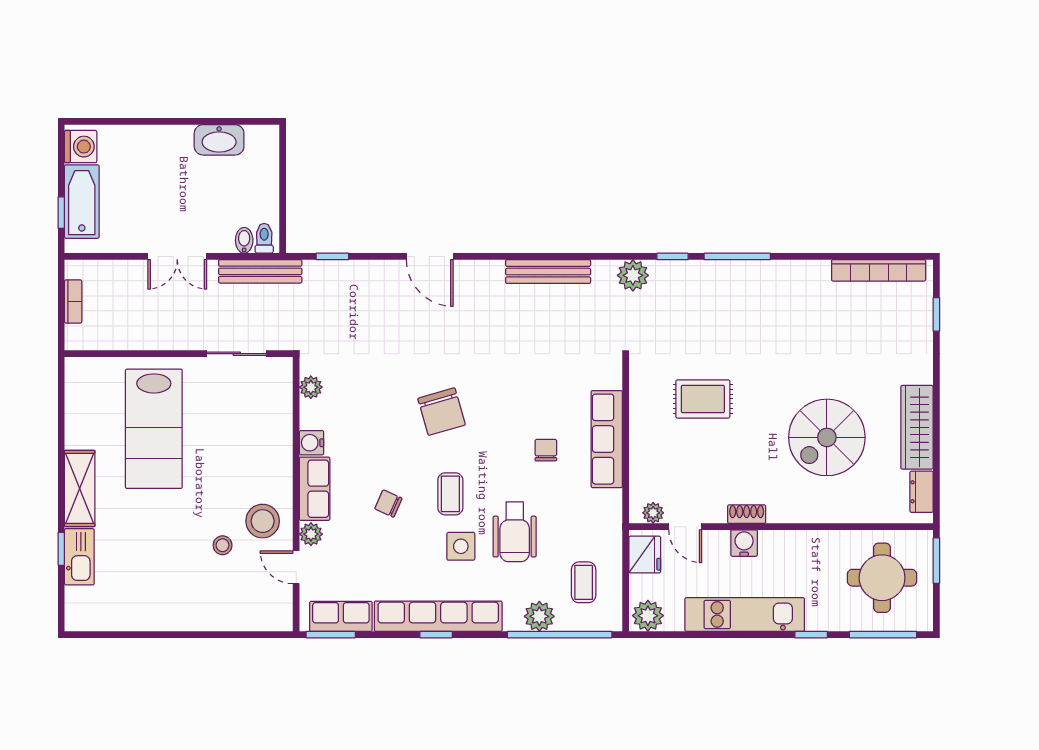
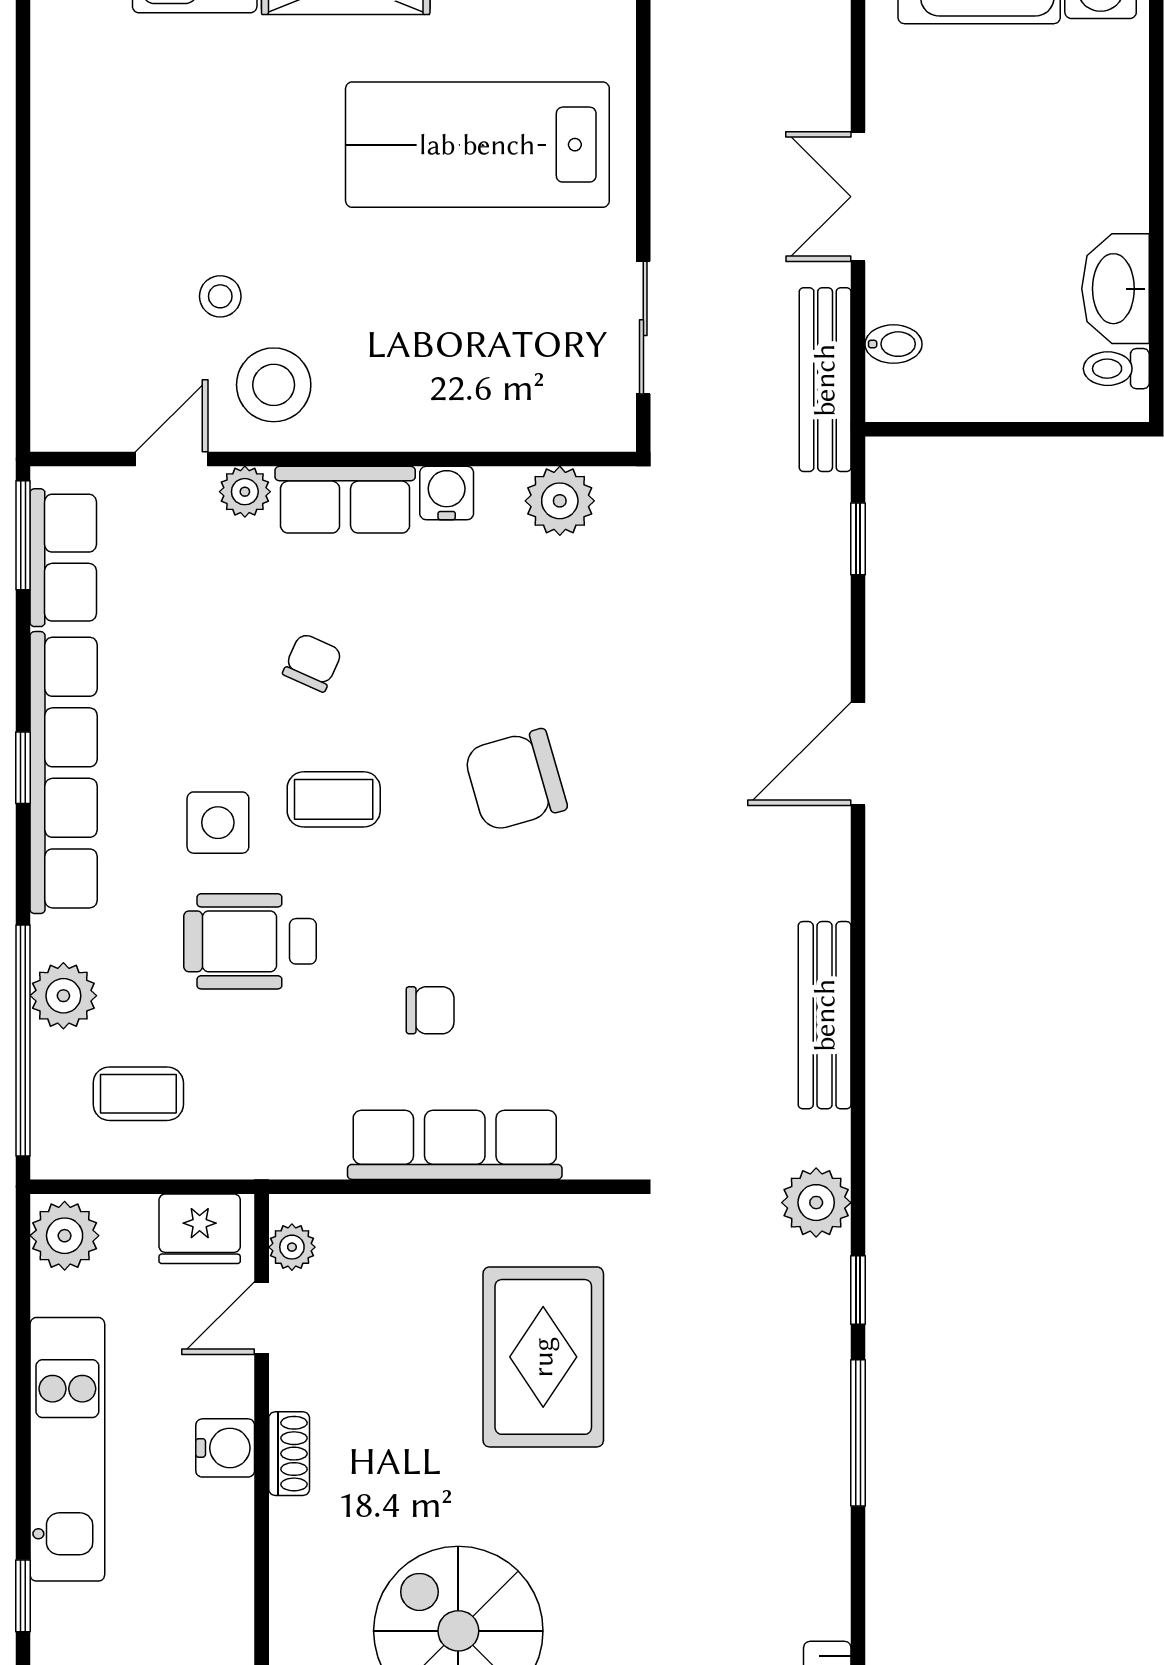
toilet: (264, 238) -> (1116, 369), moved, turned 180
plant: (311, 387) -> (560, 501), width x1.38, depth x1.38
rug: (703, 399) -> (543, 1357), width x1.36, depth x1.43

